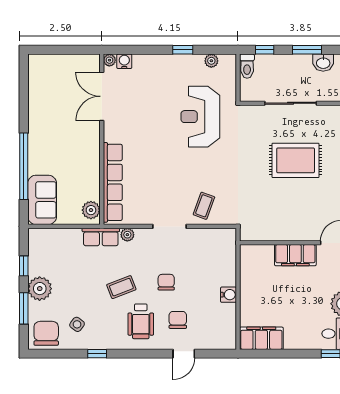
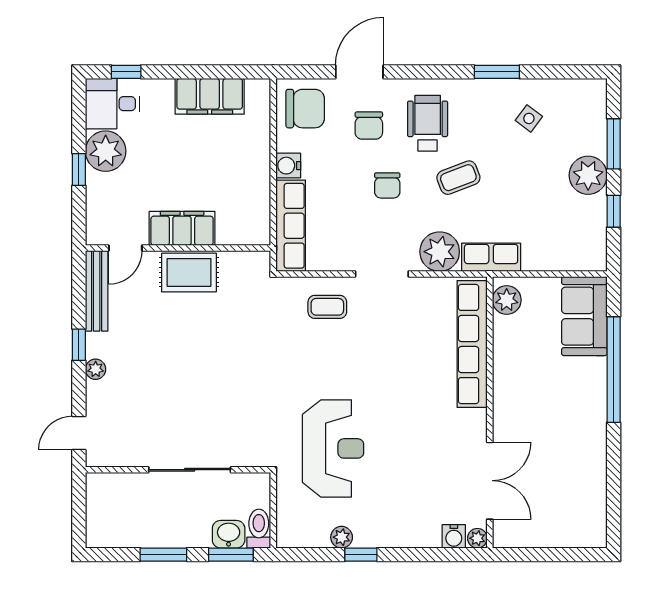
window: (265, 50) -> (231, 555), width x1.50
plant: (211, 61) -> (342, 537), moved
washbasin: (323, 63) -> (229, 534), moved
rug: (296, 160) -> (189, 272), moved, width x0.73, depth x0.70
coffee table: (204, 206) -> (327, 307), turned 70
plant: (127, 235) -> (440, 252), width x1.87, depth x1.87
row of seats: (227, 257) -> (291, 226), added
chair: (46, 333) -> (305, 109), moved, turned -90
filing cabinet: (261, 338) -> (210, 96), moved
window: (97, 354) -> (497, 72), width x1.50
door: (184, 354) -> (359, 72), width x1.38

